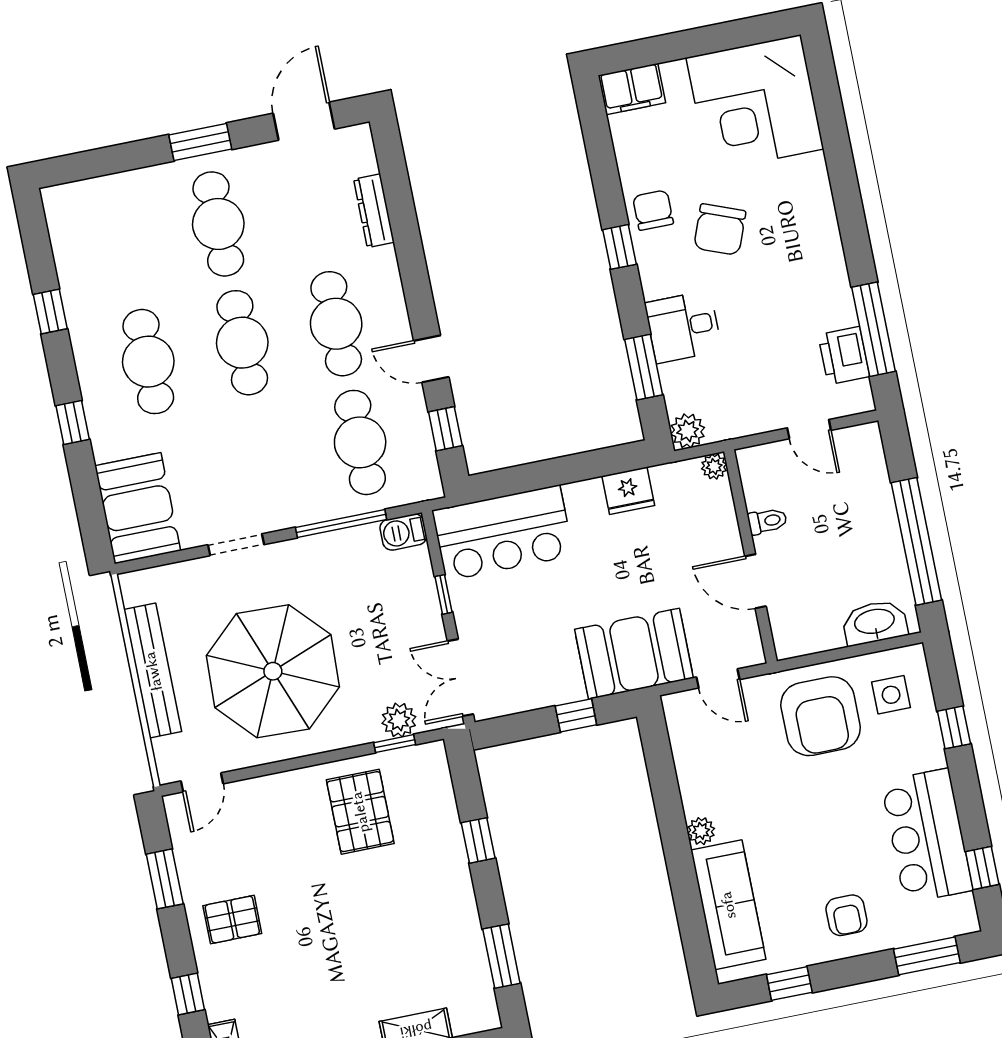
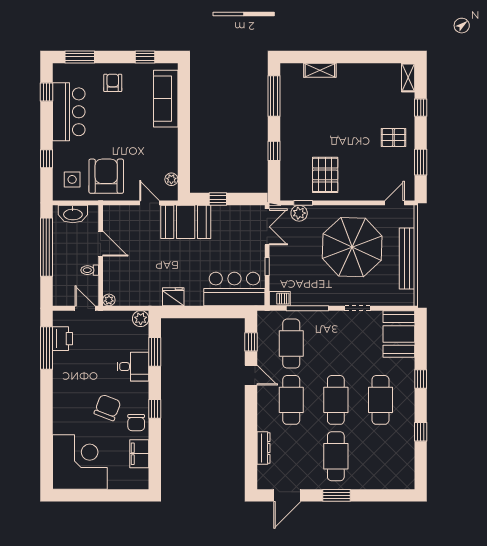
filing cabinet: (632, 89) -> (139, 454), moved, turned -90
plant: (714, 466) -> (109, 300), moved
toilet: (767, 521) -> (90, 270), moved
wall: (750, 556) -> (101, 256), moved
door: (755, 581) -> (101, 244), moved
plant: (701, 831) -> (171, 179), moved
window: (501, 956) -> (274, 96), width x1.44

